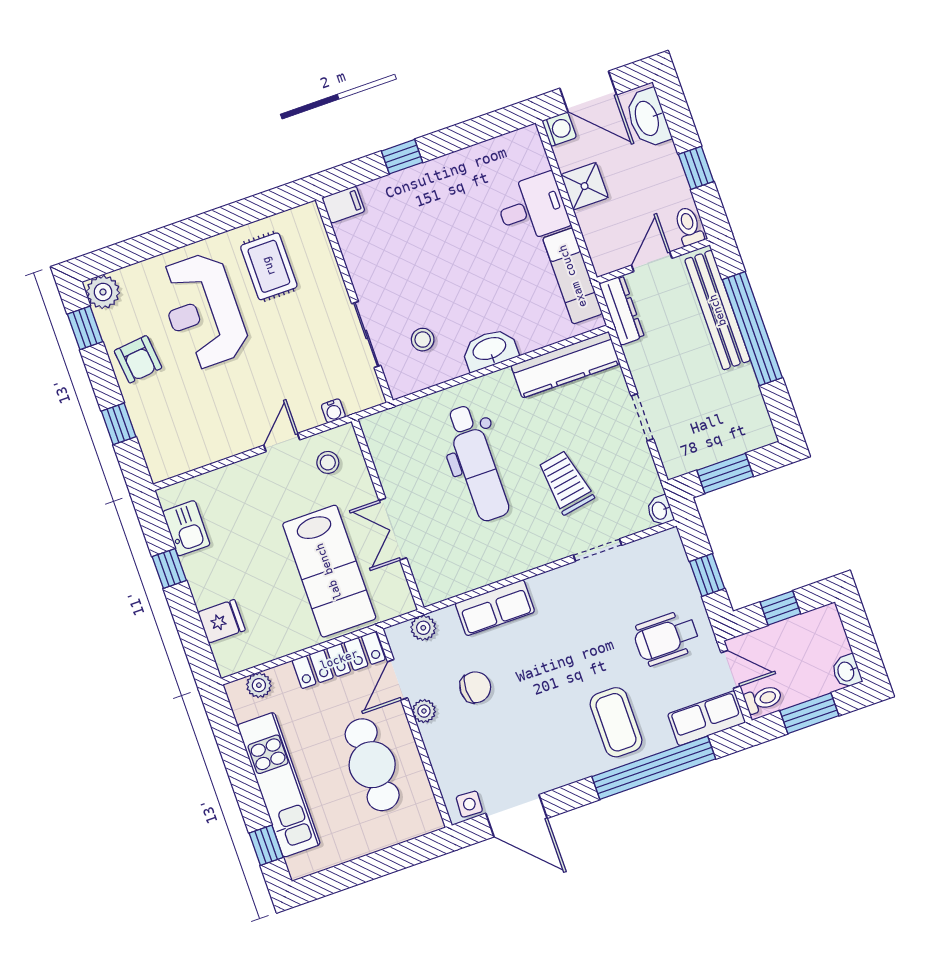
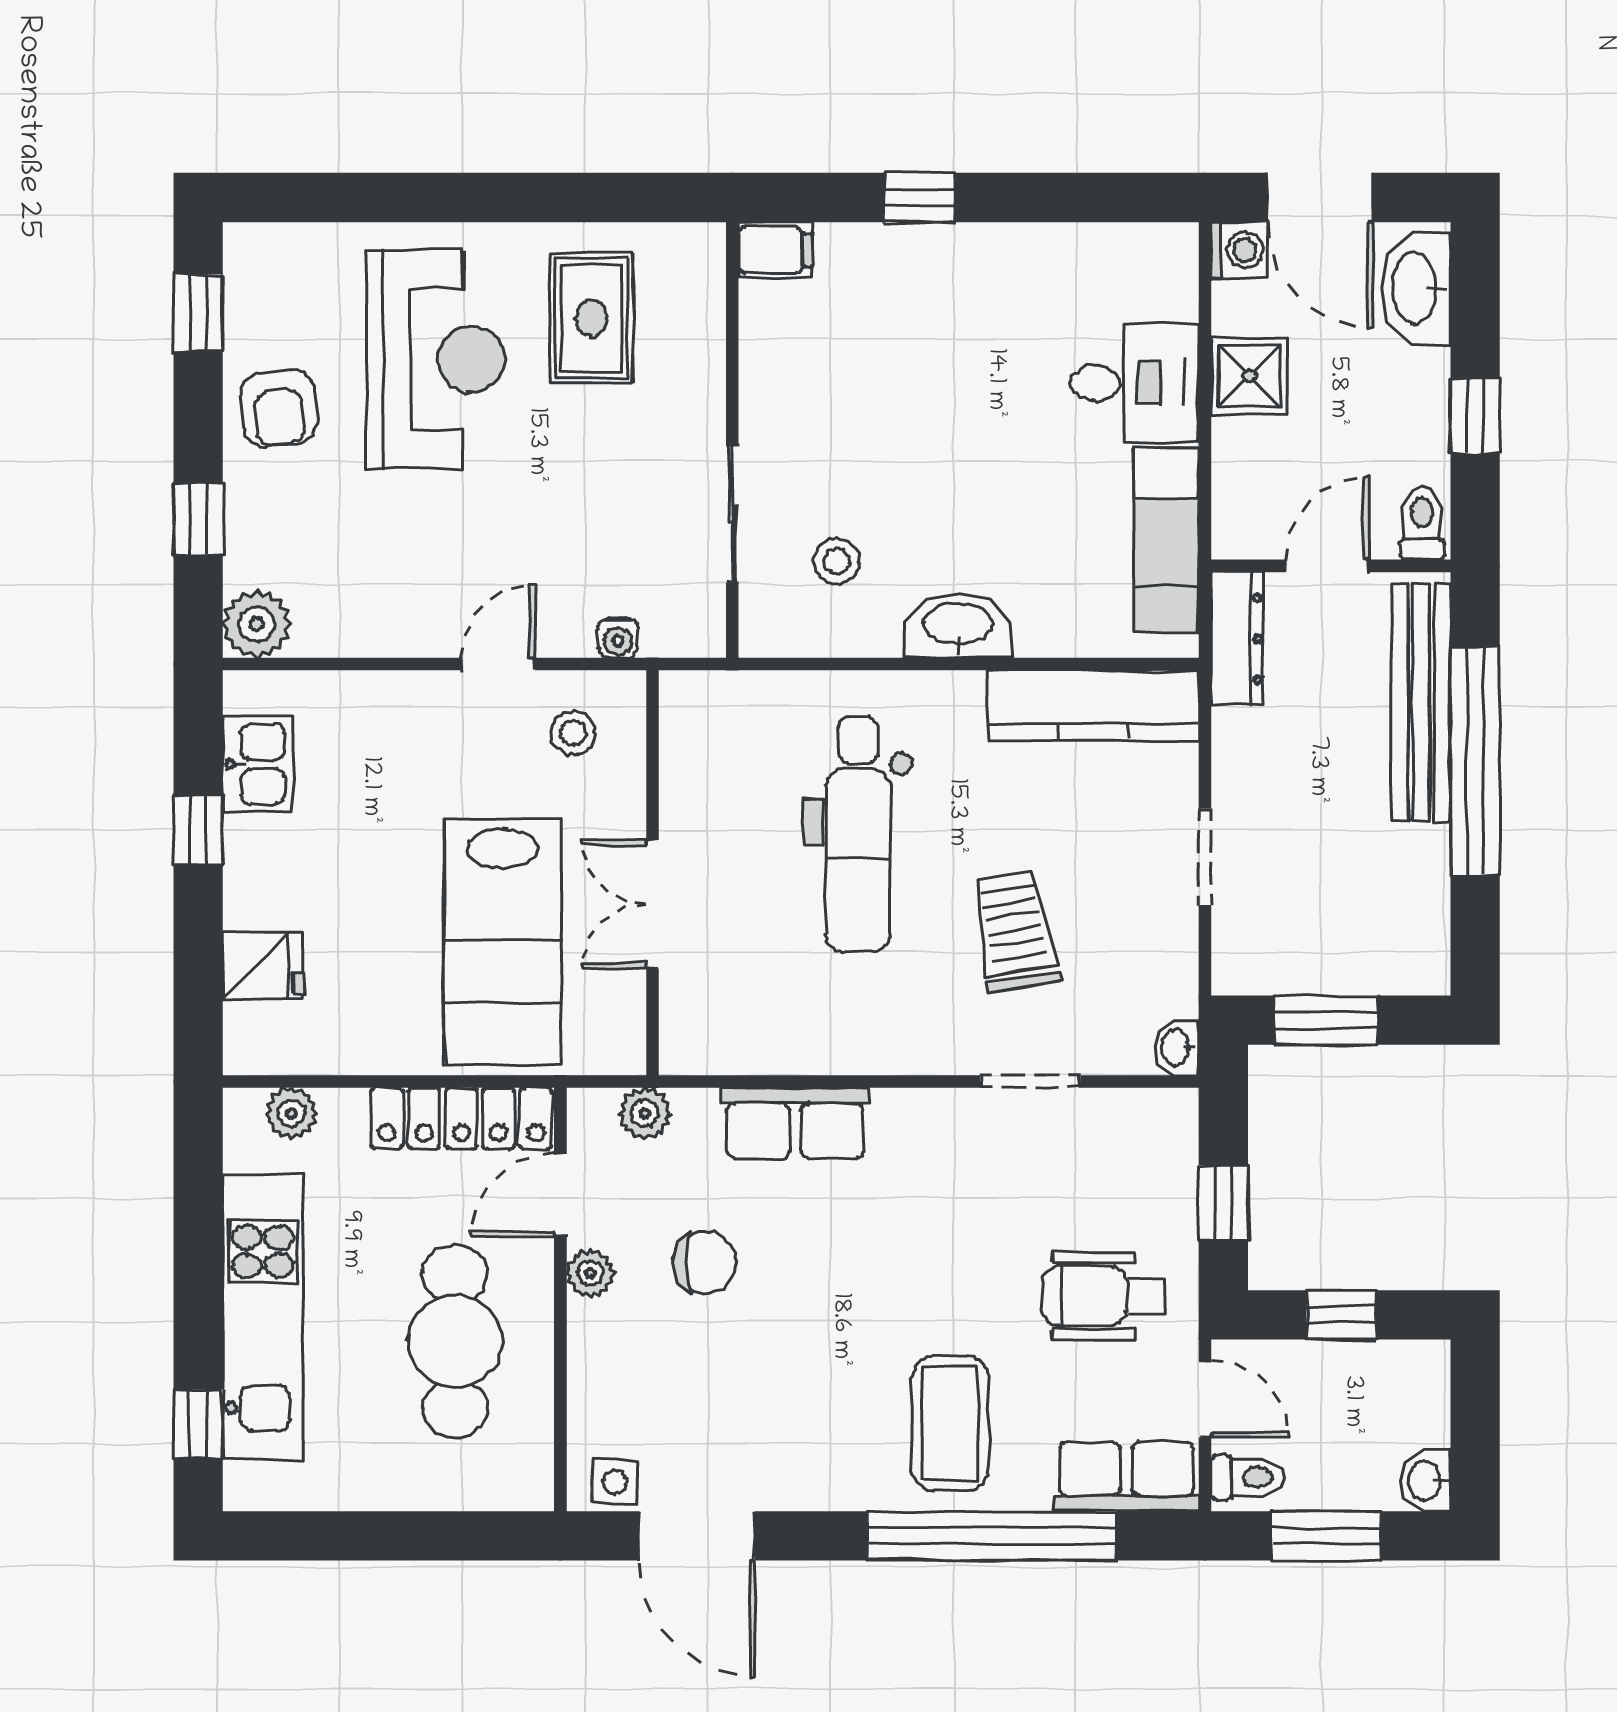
plant: (103, 292) -> (257, 624), moved
reception desk: (203, 311) -> (435, 359), turned 180

